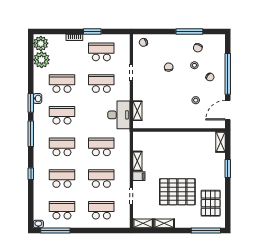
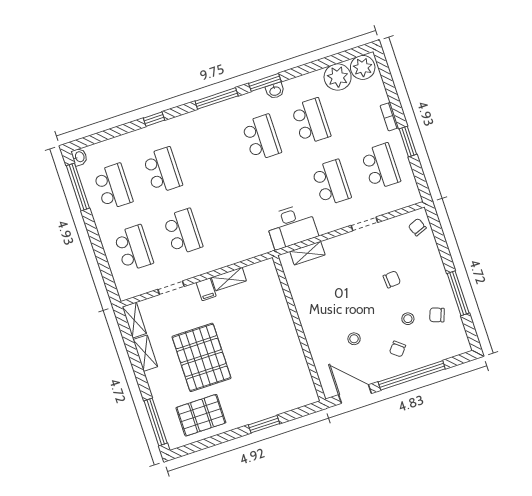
shelving: (221, 142) -> (302, 399), removed
school desk: (62, 147) -> (212, 154), removed
school desk: (101, 147) -> (232, 215), removed

